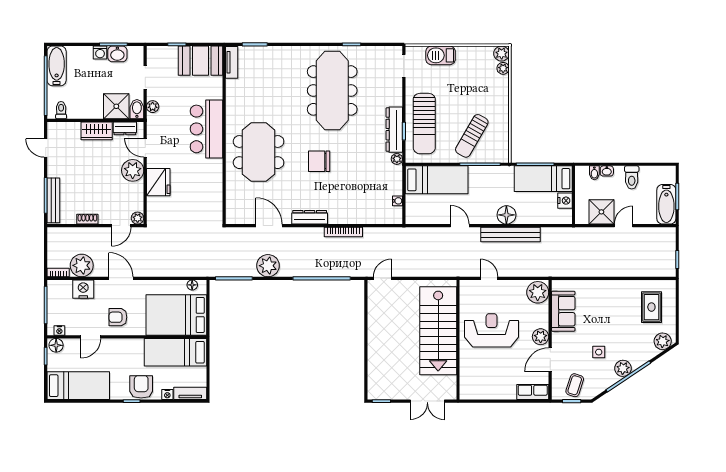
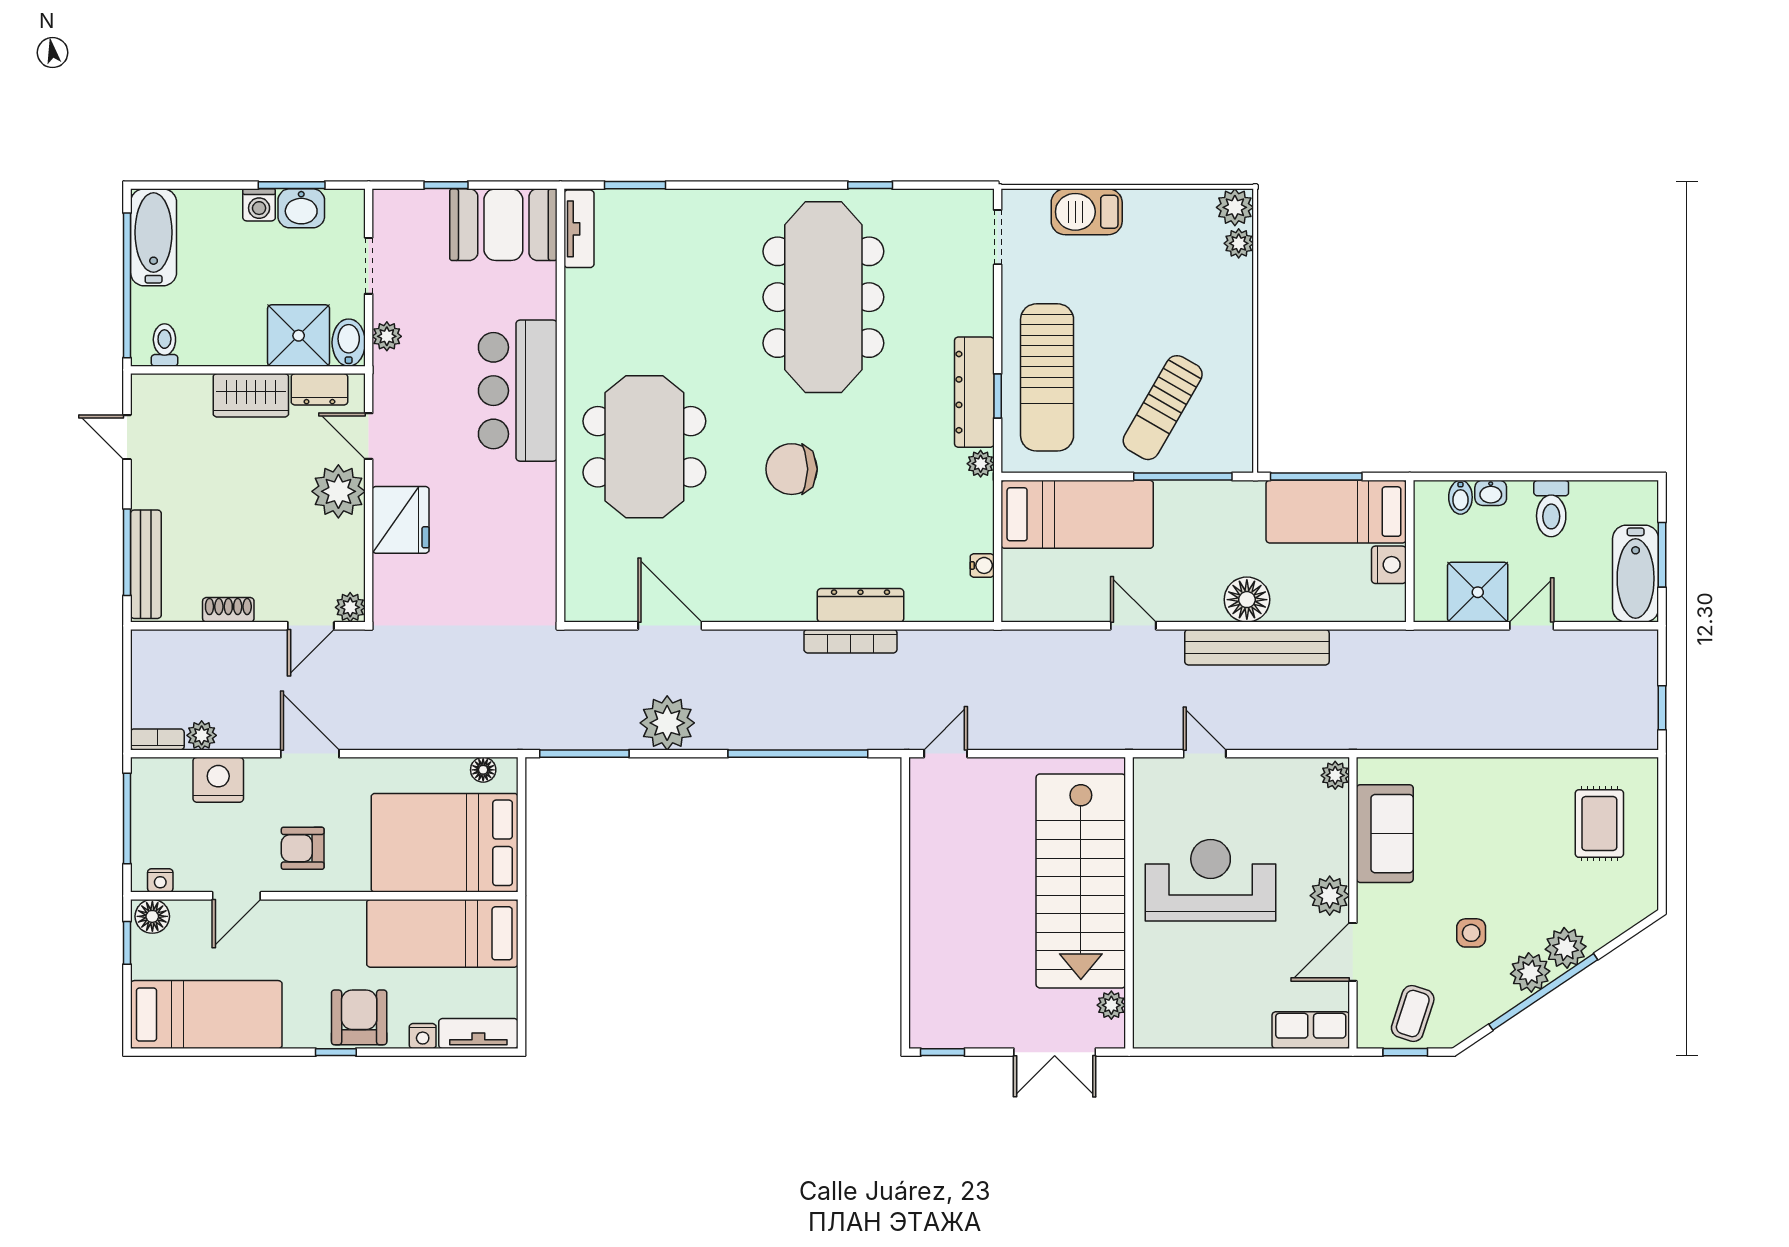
dresser: (310, 217) -> (860, 605), moved
plant: (82, 265) -> (202, 735), width x0.53, depth x0.53
plant: (538, 292) -> (1335, 775), width x0.53, depth x0.53
plant: (663, 341) -> (1566, 948), moved
plant: (451, 382) -> (1111, 1005), added

